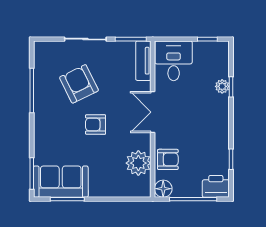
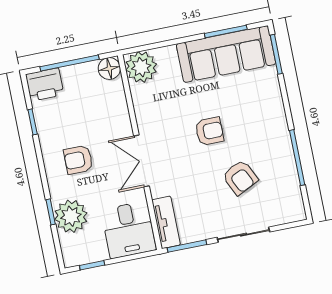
armchair: (79, 84) -> (240, 177), width x0.72, depth x0.72
plant: (222, 86) -> (71, 216), width x1.87, depth x1.87
double door: (153, 112) -> (142, 161), swing flipped
armchair: (168, 159) -> (78, 160), moved
plant: (138, 163) -> (141, 67), moved
sofa: (61, 182) -> (226, 54), width x1.36

